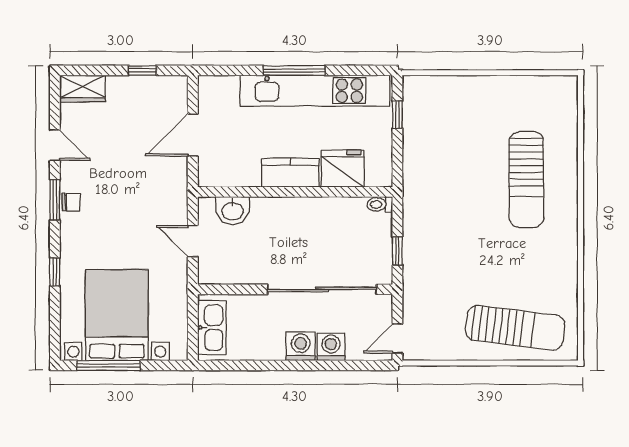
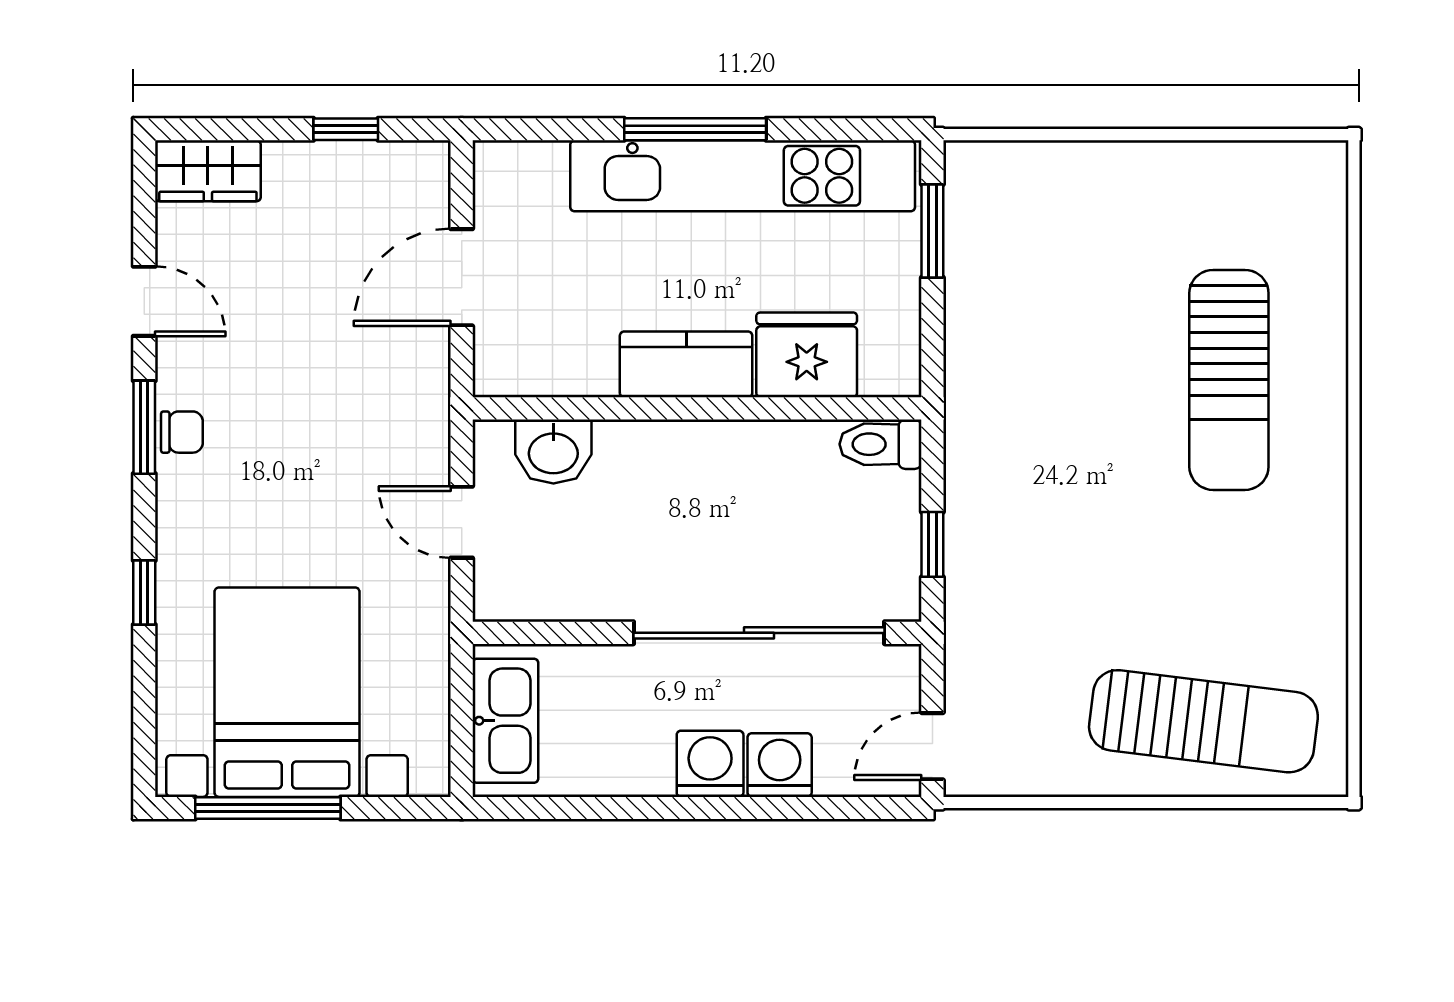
window: (397, 115) -> (932, 231), width x1.50
toilet: (380, 204) -> (881, 444), width x1.37, depth x1.39

